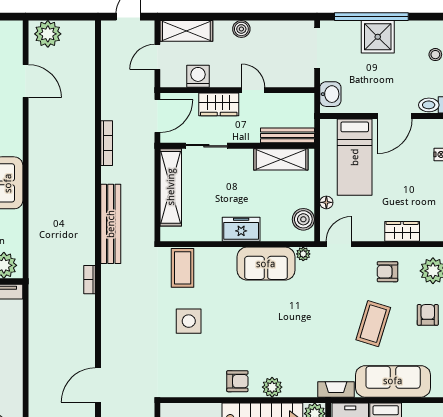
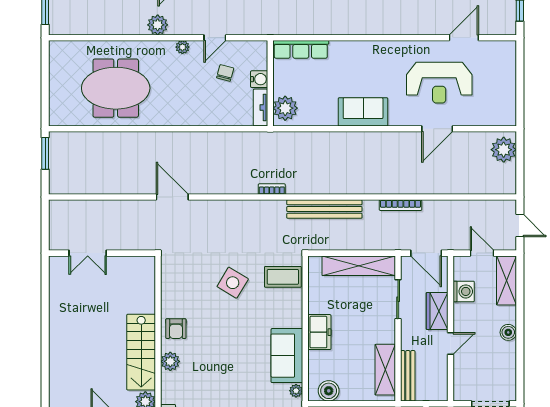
door: (26, 81) -> (437, 129), moved
side table: (189, 321) -> (233, 283), turned 31

